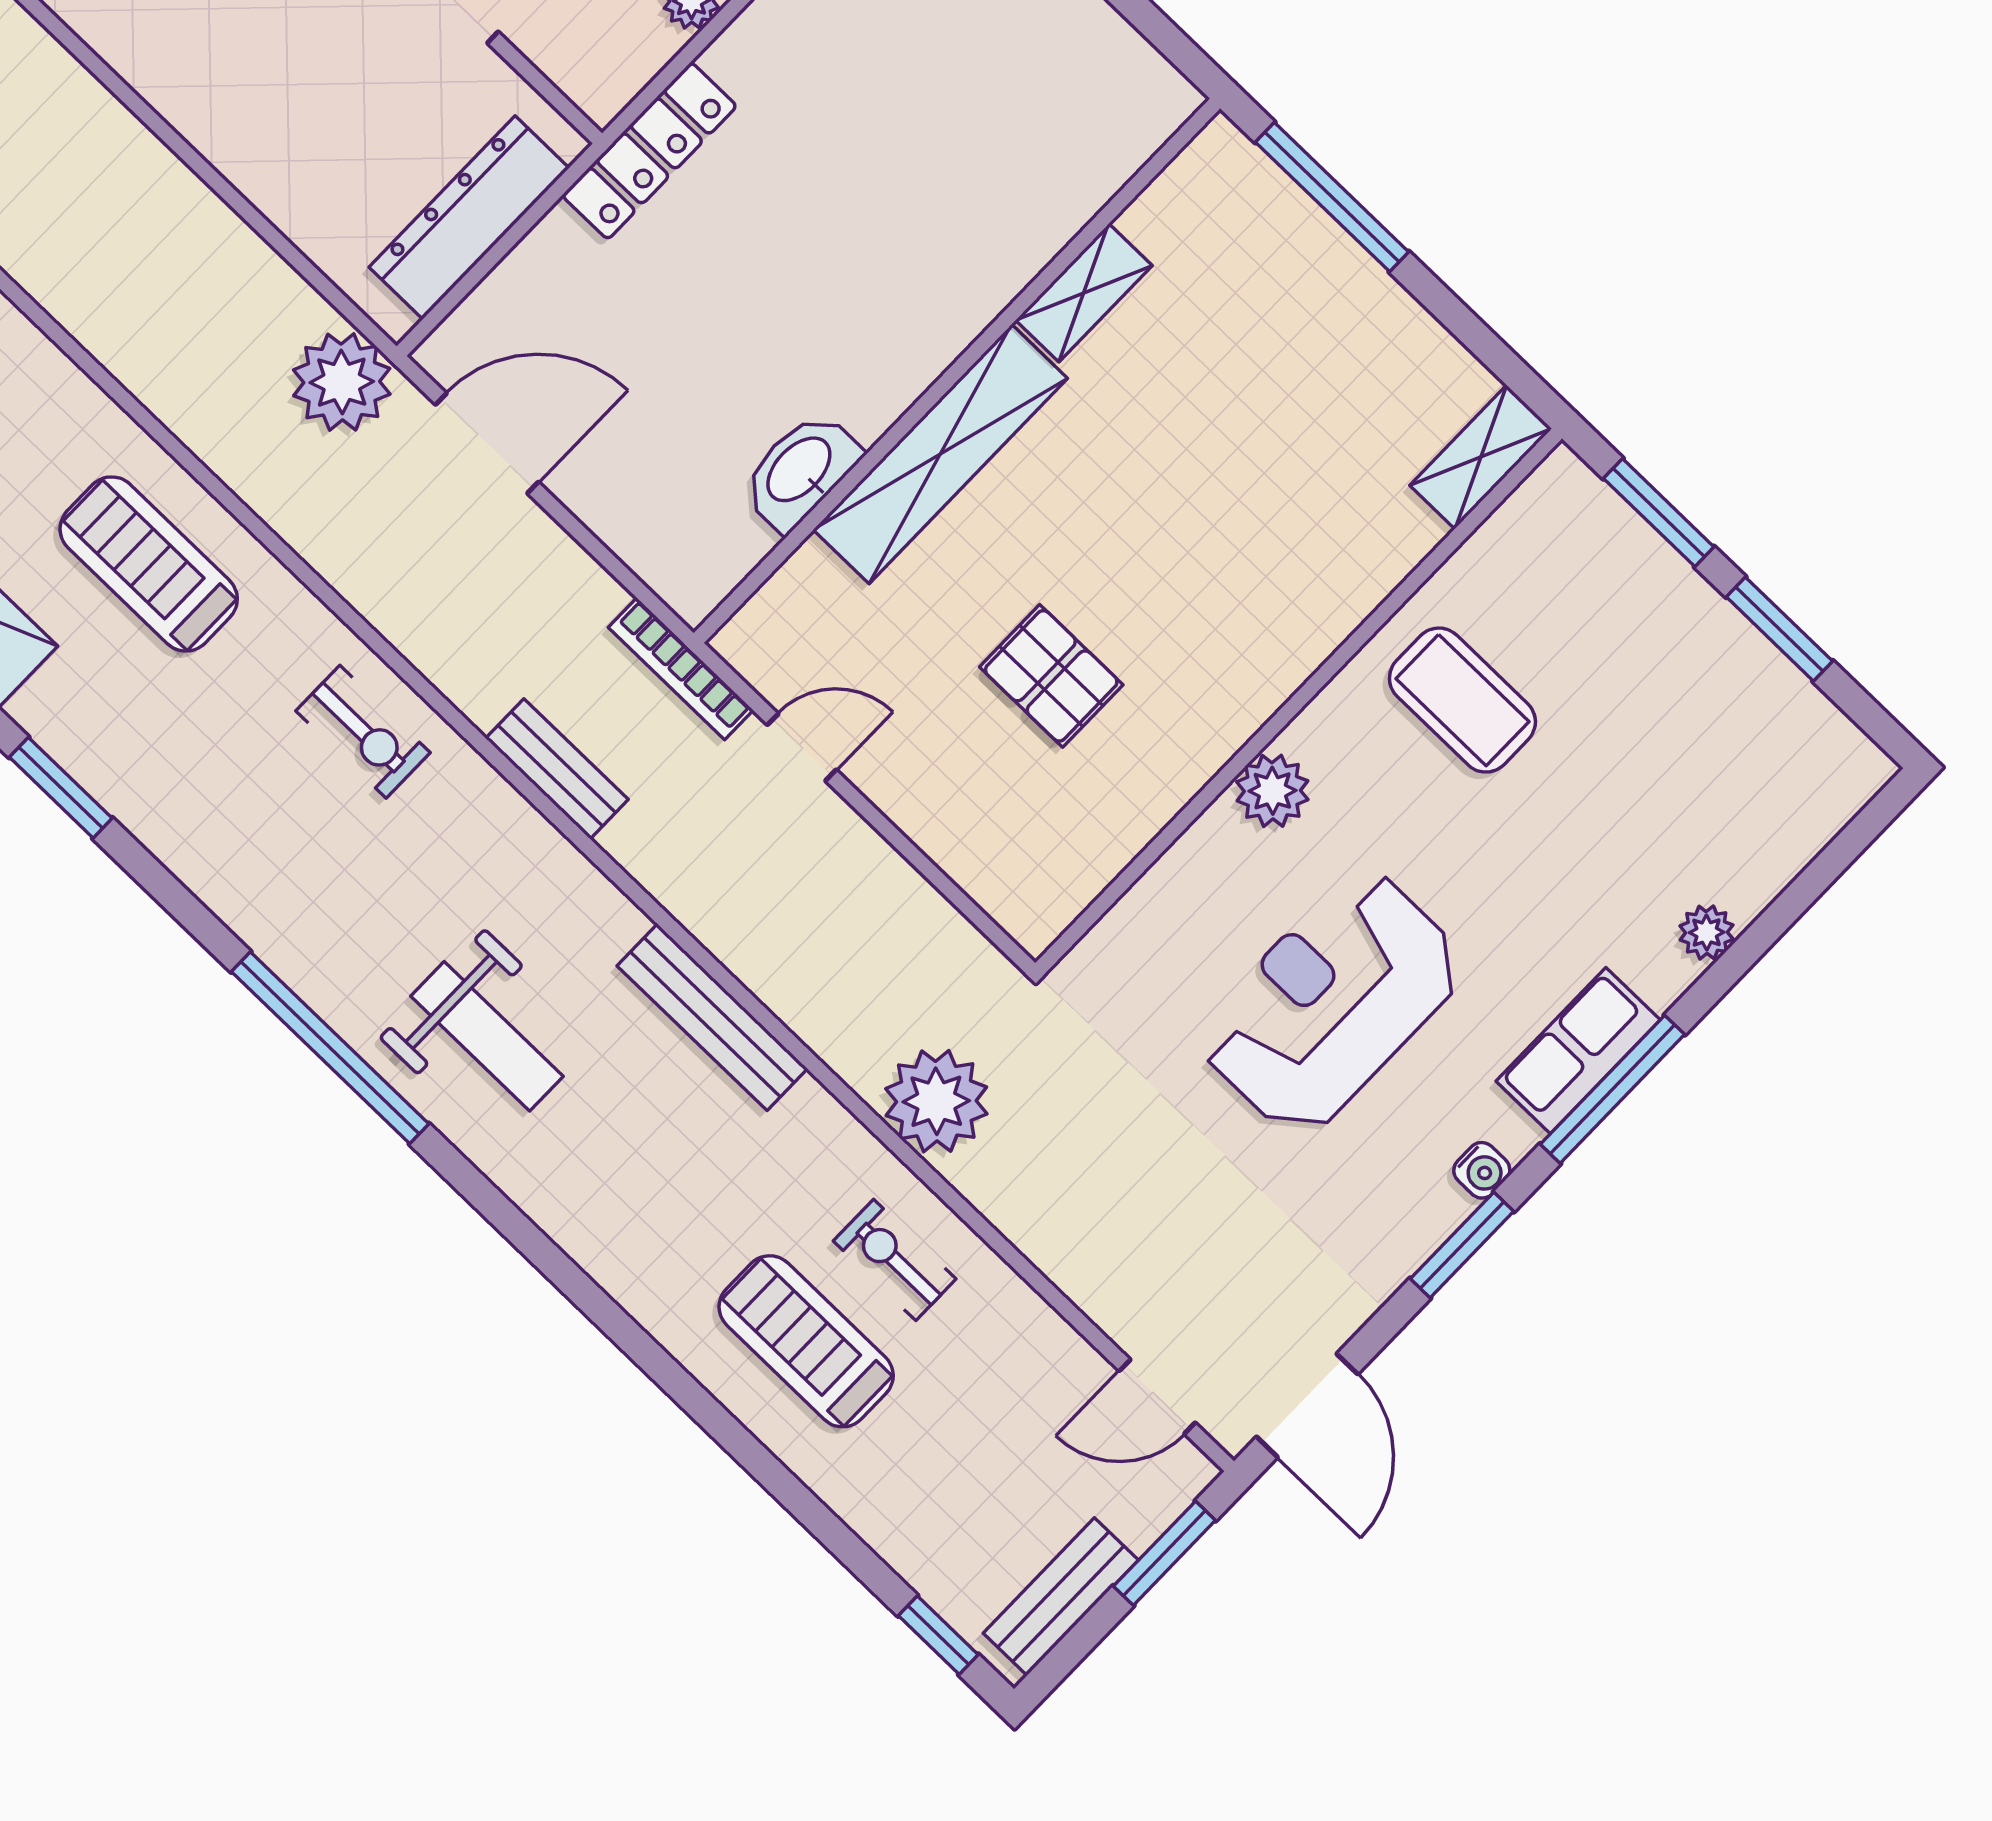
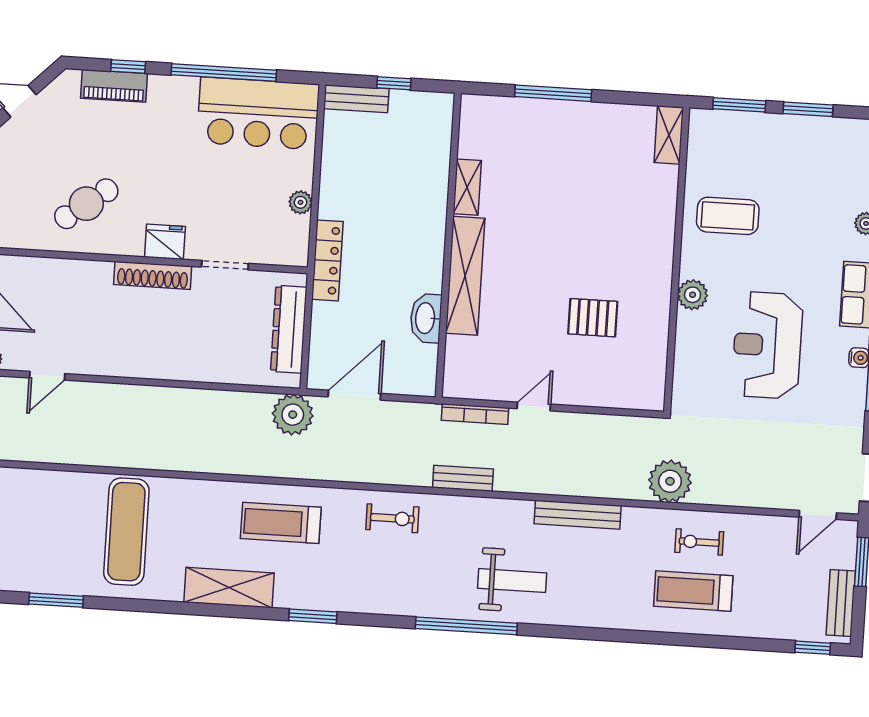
shelving: (1084, 293) -> (467, 187), moved
wall: (957, 371) -> (448, 245), moved
shelving: (940, 454) -> (465, 276), moved
washbasin: (800, 471) -> (426, 318), moved

